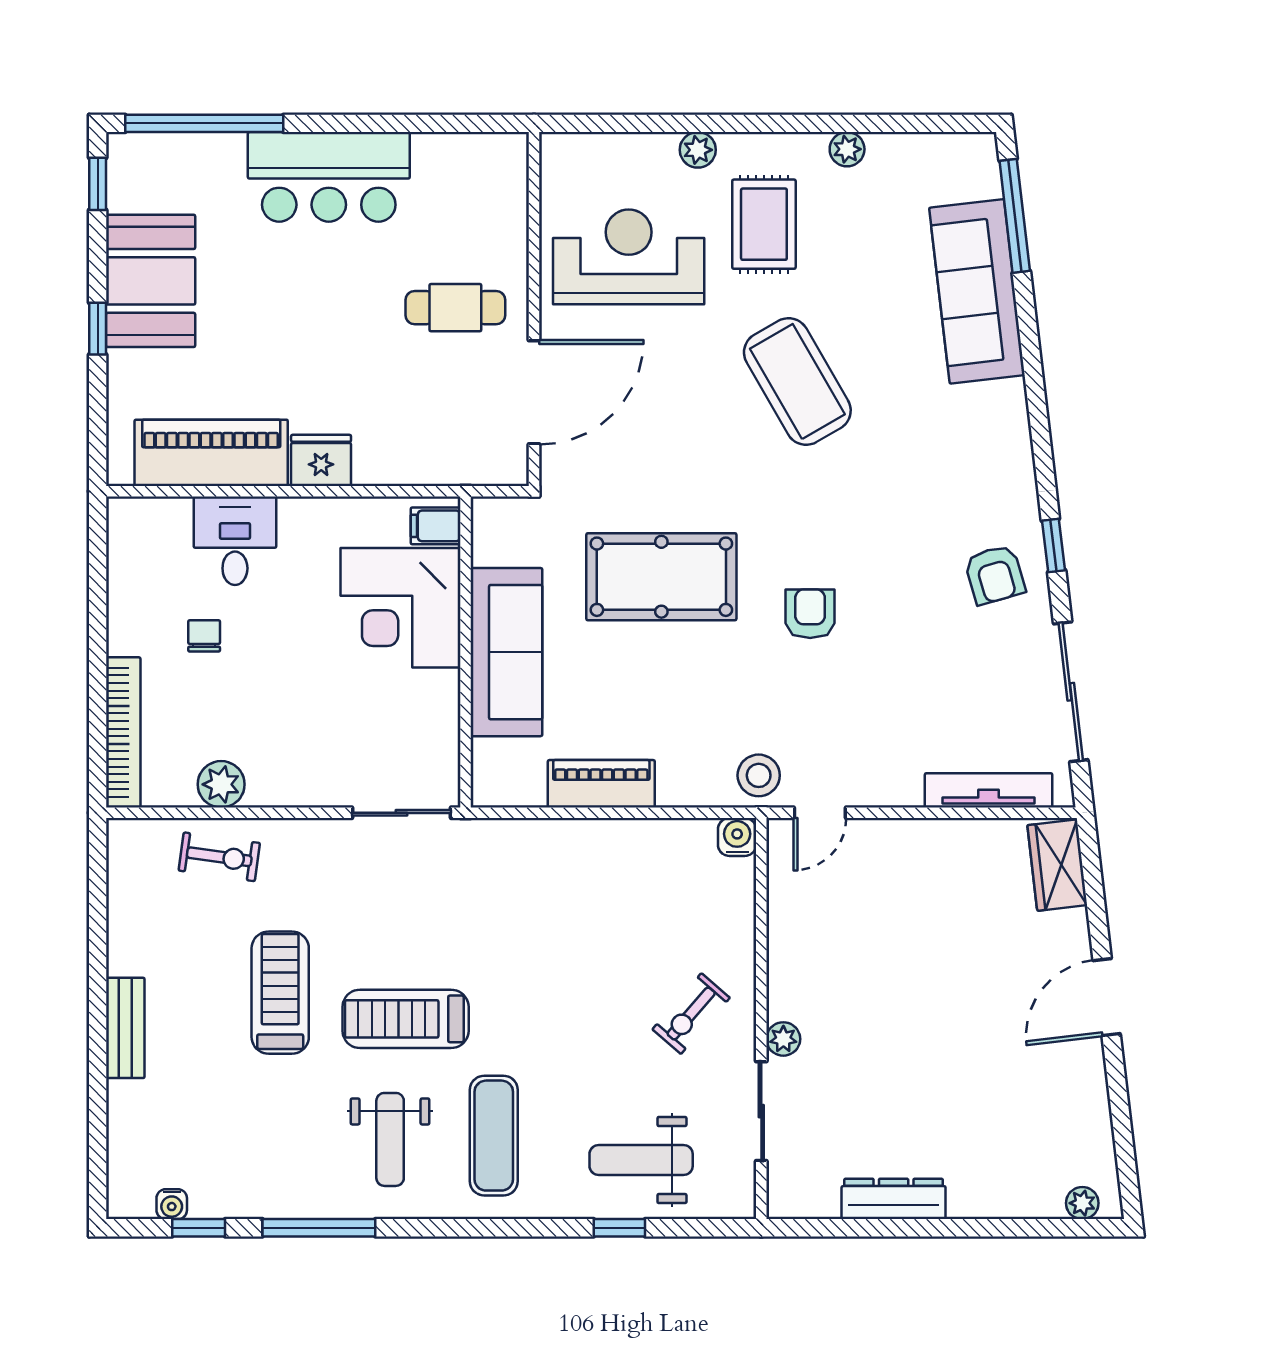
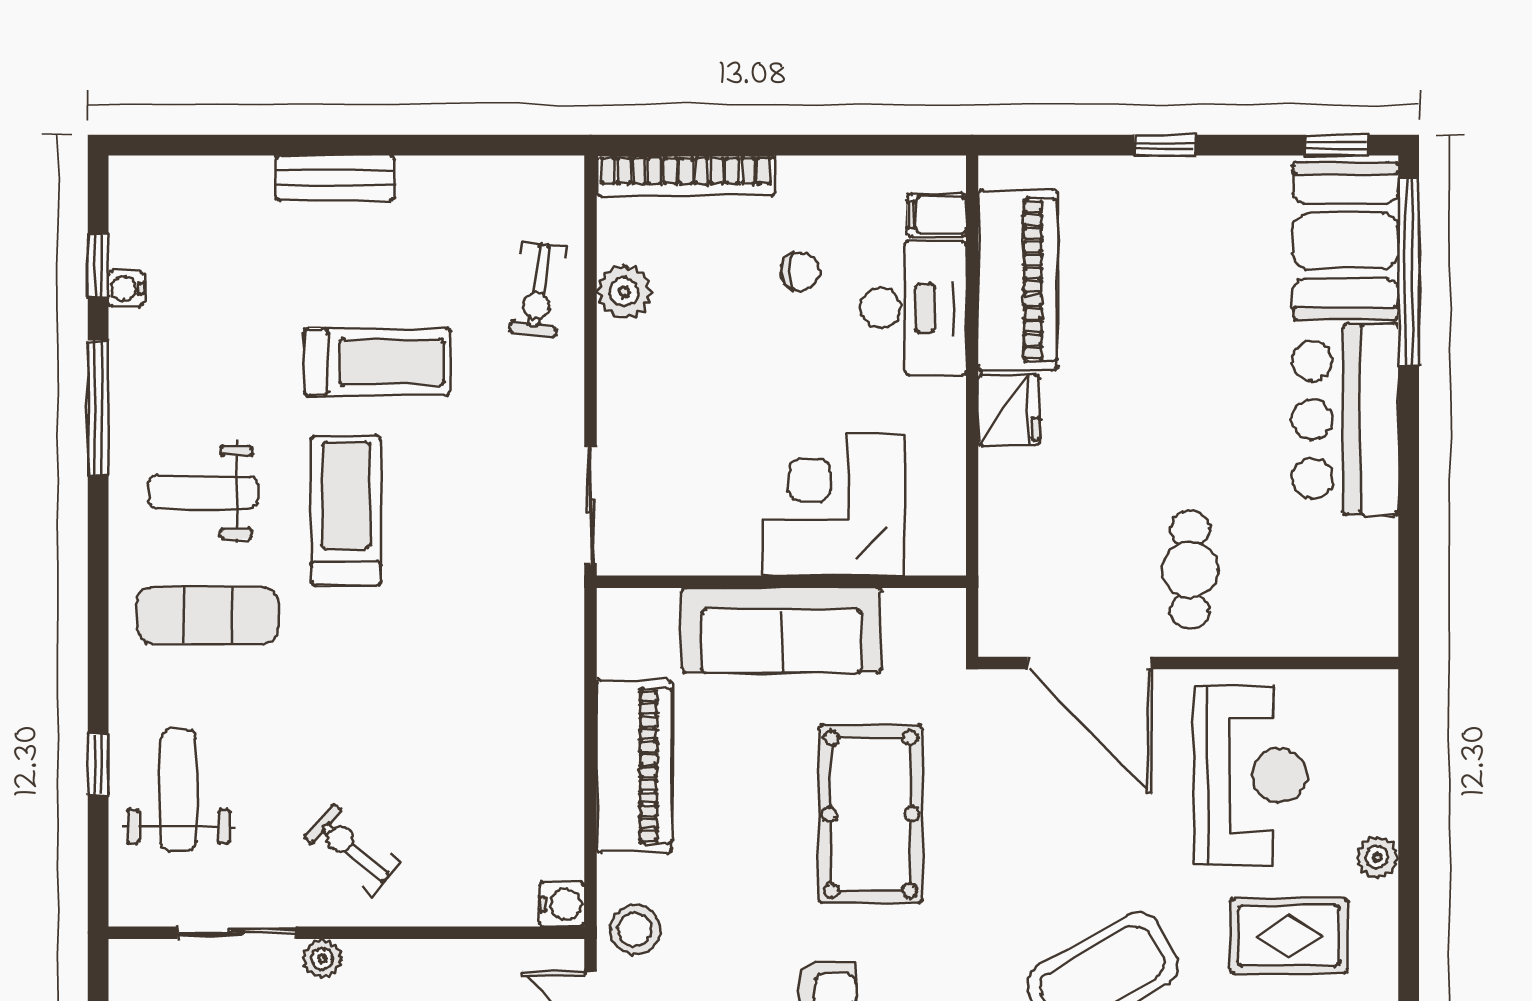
booth: (151, 281) -> (1346, 241), moved, turned 90
filing cabinet: (436, 526) -> (937, 215), moved, turned -90
desk: (235, 541) -> (913, 308), width x1.37
piano: (601, 784) -> (634, 766), width x1.37, depth x1.33
water cooler: (172, 1204) -> (126, 289), moved

